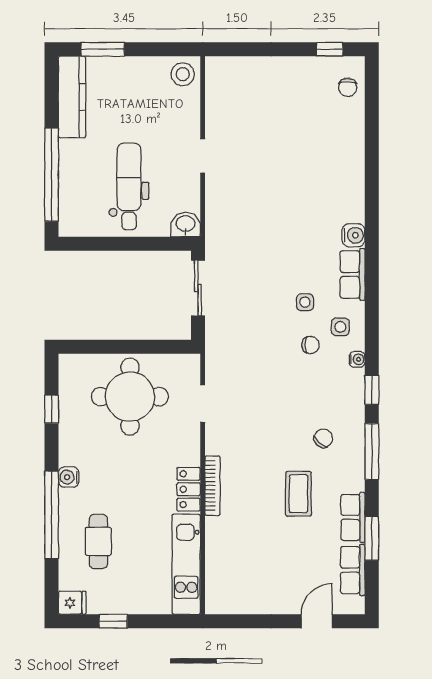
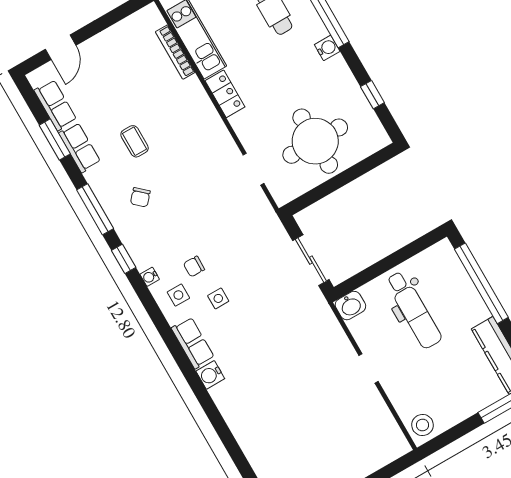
bookcase: (212, 486) -> (175, 52), moved
coffee table: (298, 494) -> (135, 141), width x0.73, depth x0.77

